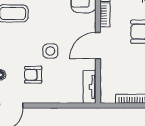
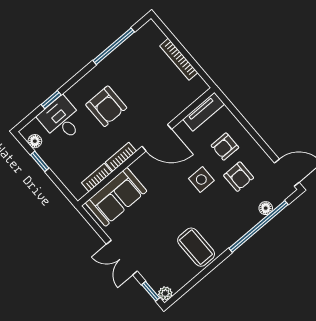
armchair: (58, 82) -> (225, 147), added

